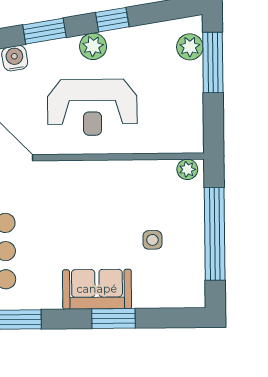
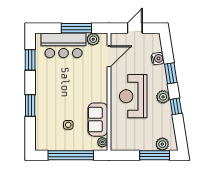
sofa: (97, 289) -> (98, 120), moved, turned 180

